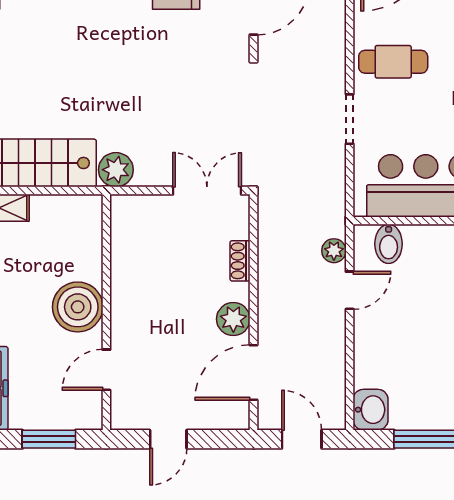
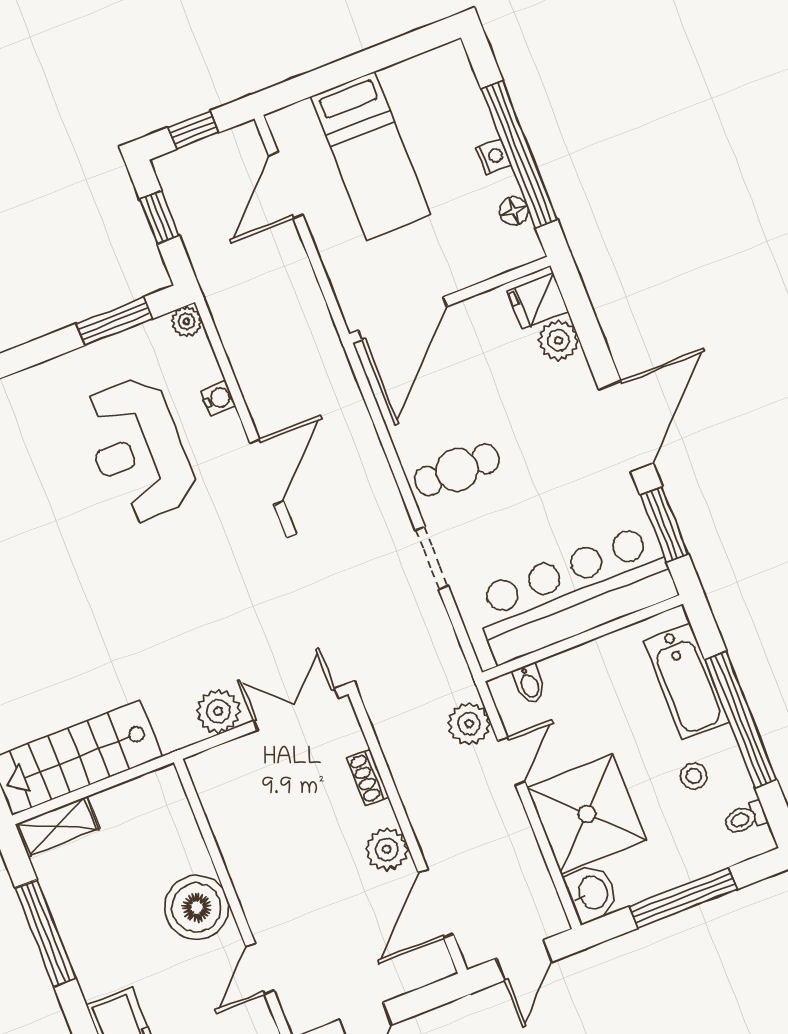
plant: (116, 170) -> (218, 711), moved
bidet: (389, 244) -> (529, 684), width x0.72, depth x0.74
plant: (334, 251) -> (469, 724), width x1.38, depth x1.38
shower: (390, 350) -> (587, 814), added
door: (302, 439) -> (524, 960), swing flipped

